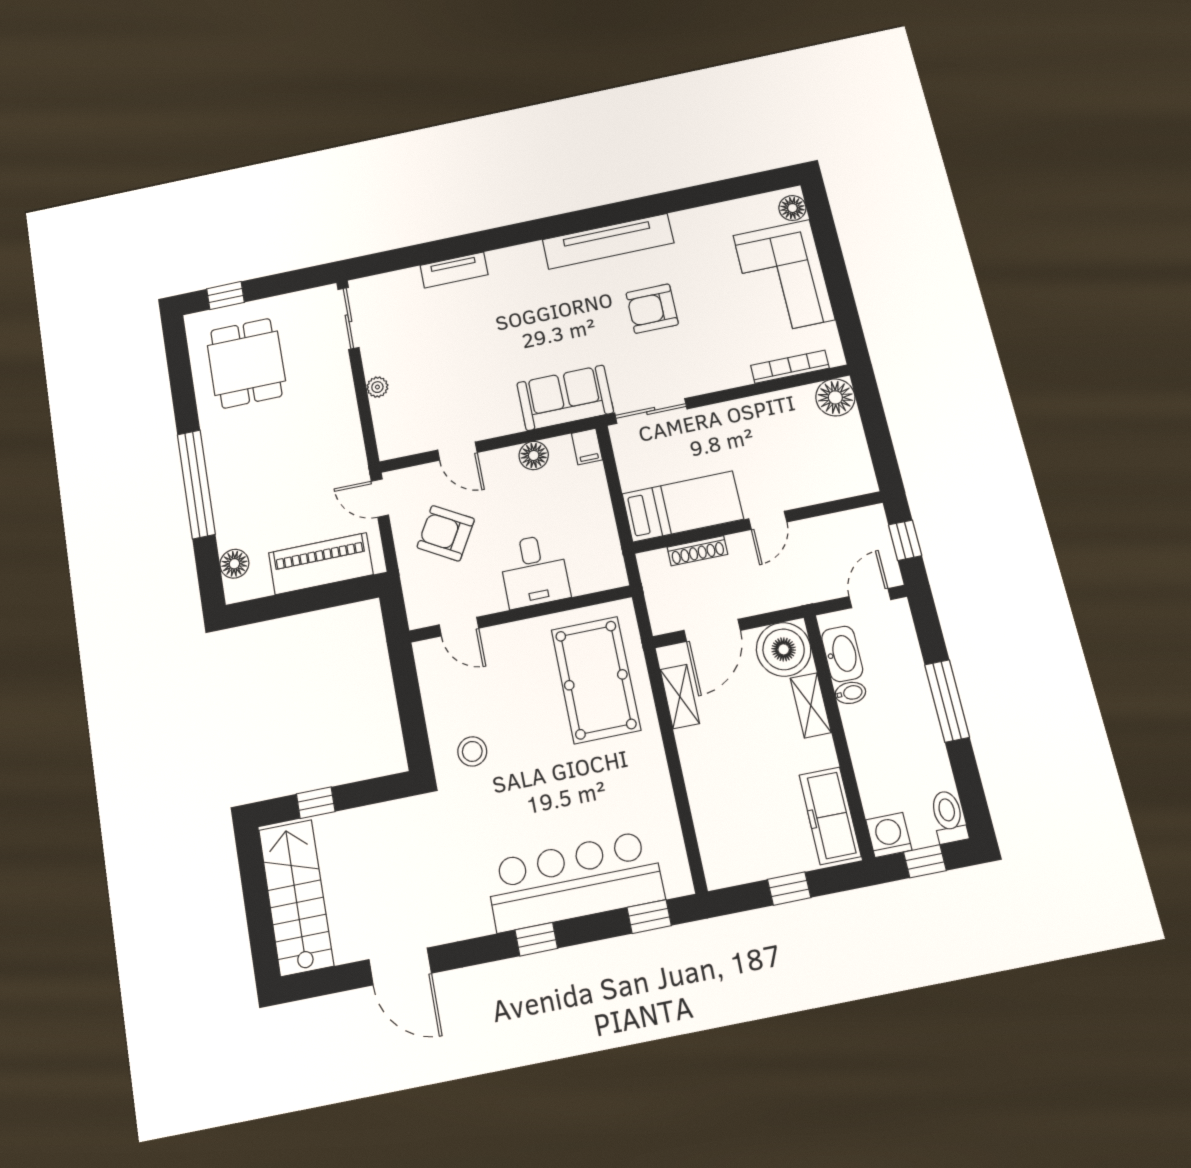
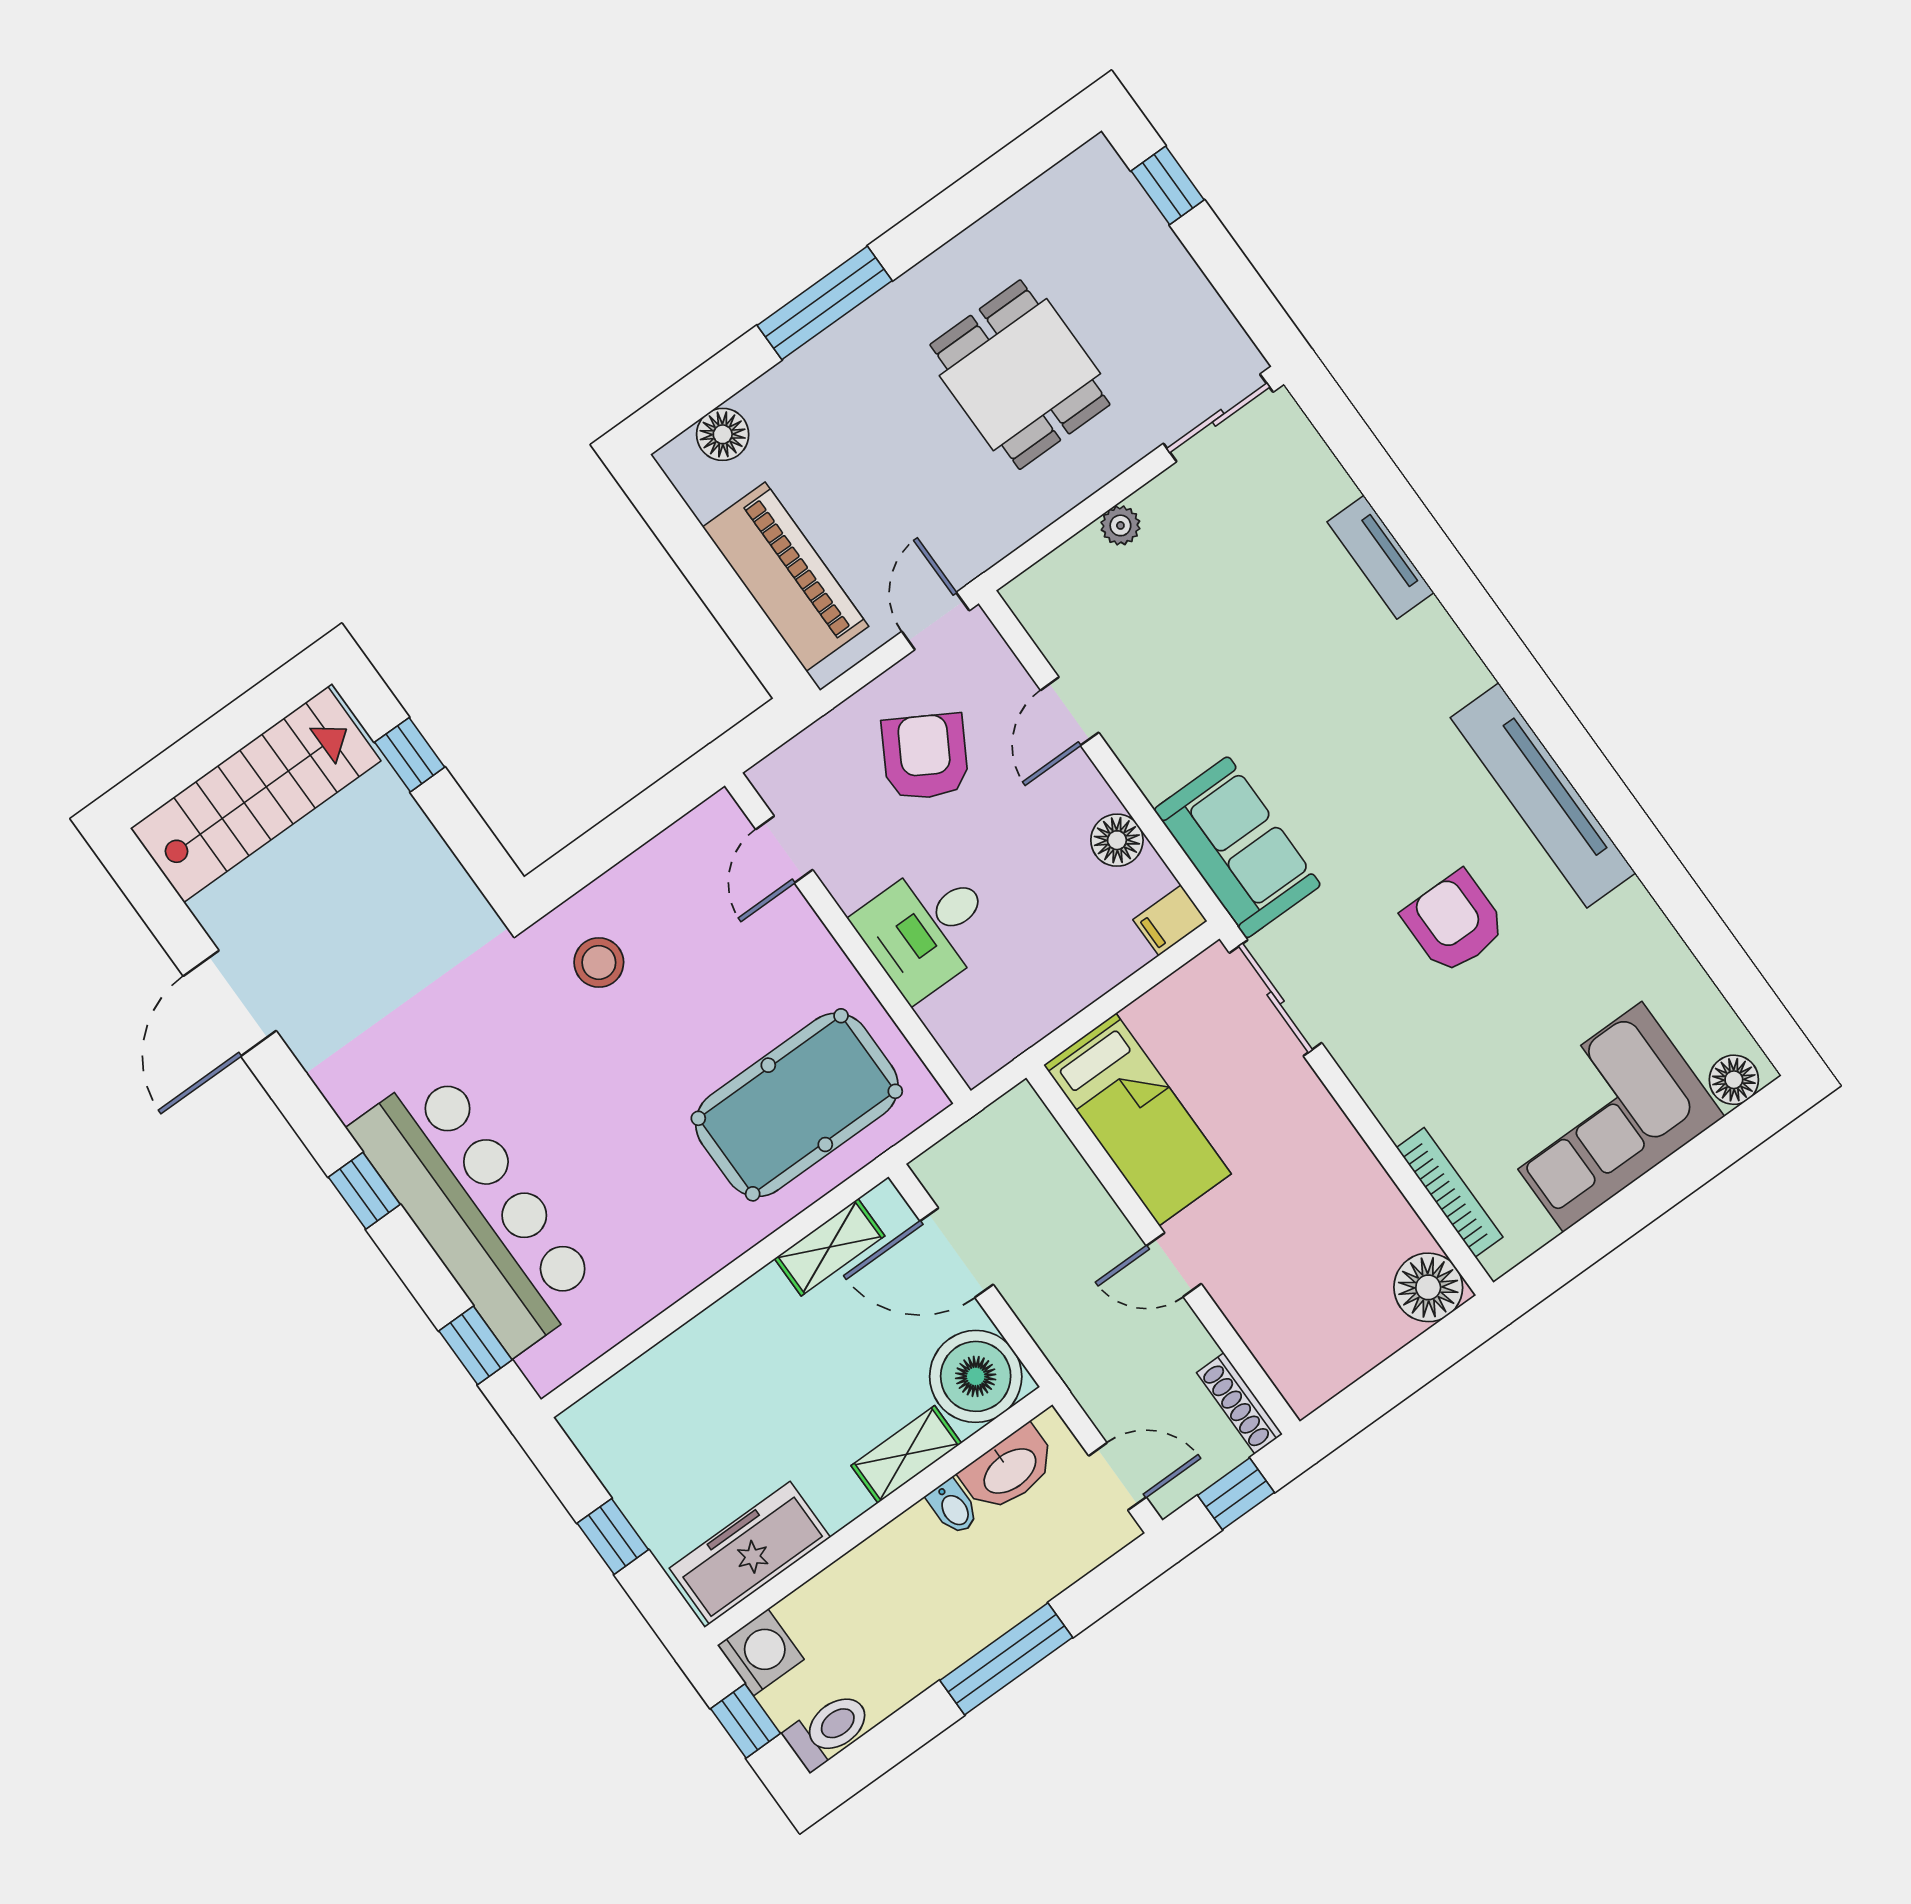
dining table: (246, 363) -> (1020, 375), moved, turned 90
window: (196, 484) -> (825, 303), width x0.68
shoe rack: (697, 551) -> (1239, 1403), moved

